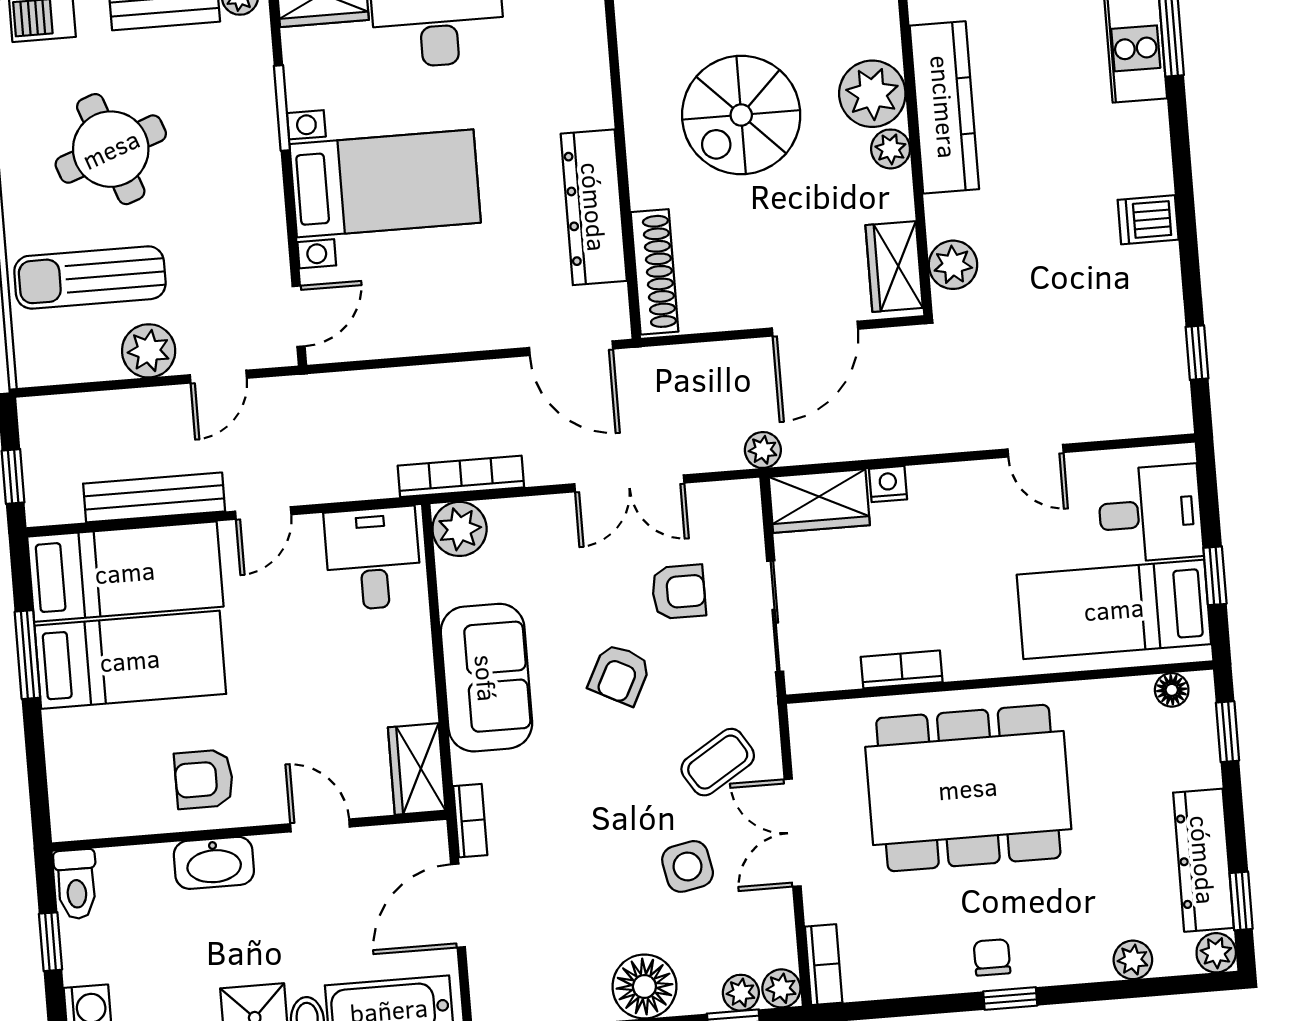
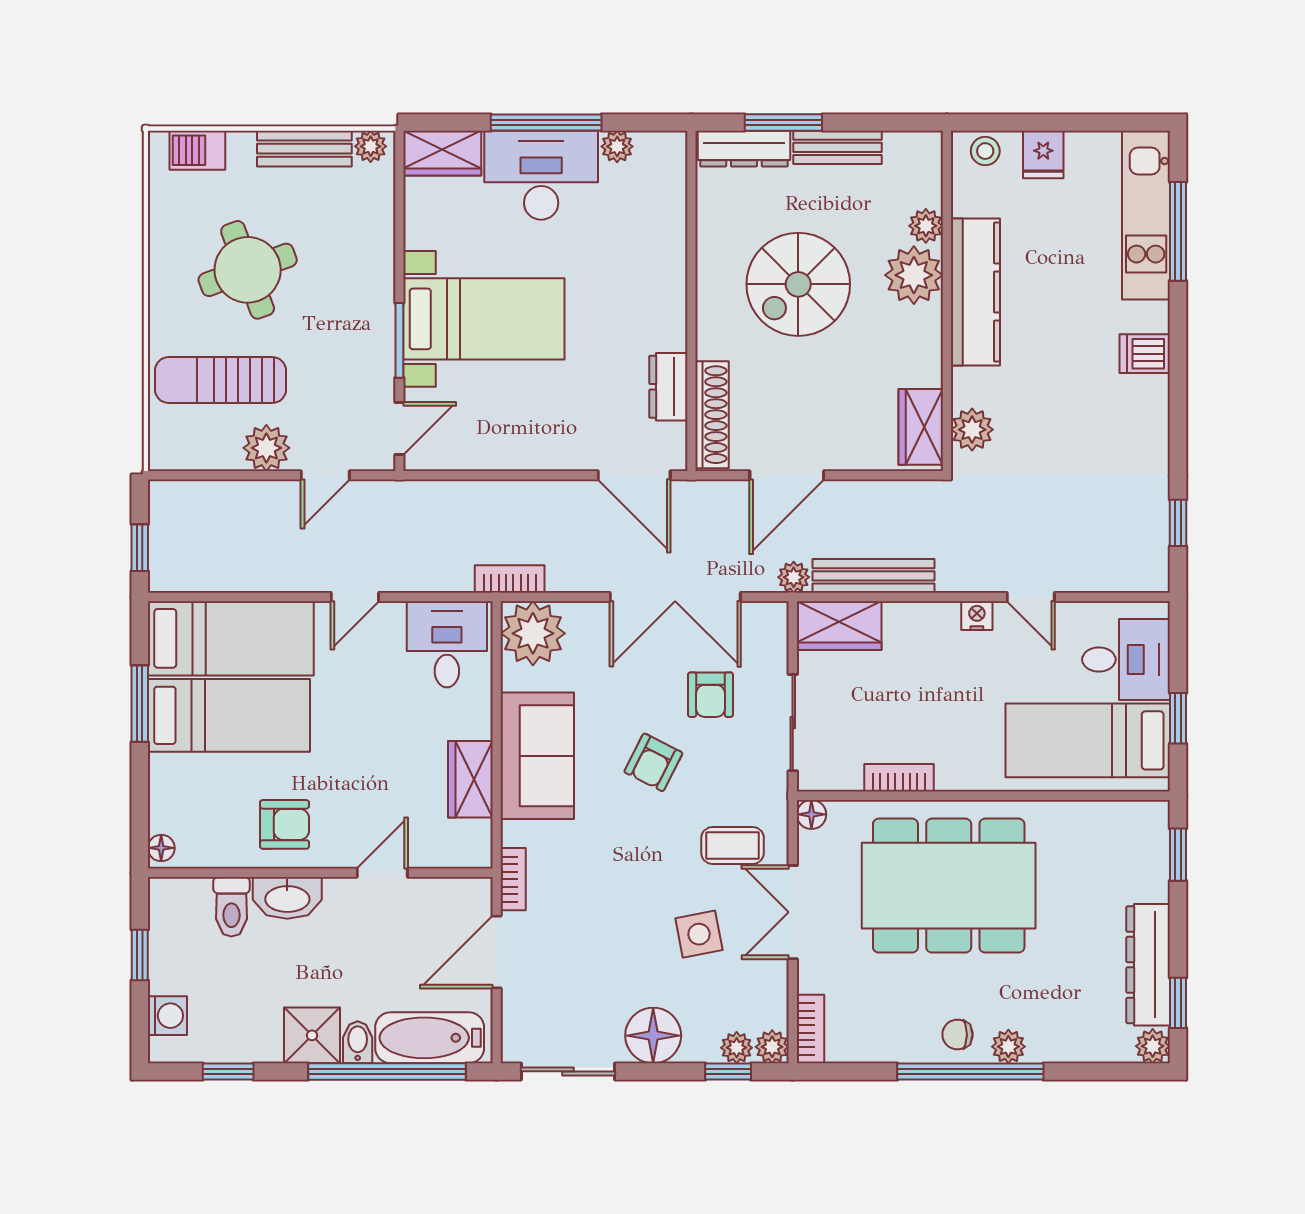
window: (282, 108) -> (399, 340), moved
plant: (891, 149) -> (926, 226), moved
dresser: (594, 207) -> (668, 387), width x0.51, depth x0.80
dishwasher: (1148, 220) -> (1145, 354), moved
door: (815, 329) -> (787, 475), moved
bookcase: (461, 476) -> (510, 579), width x0.64
double door: (629, 483) -> (675, 597), width x1.37
nightstand: (888, 484) -> (977, 616), moved
bench: (154, 497) -> (873, 576), moved
plant: (460, 529) -> (533, 633), width x1.36, depth x1.36
armchair: (679, 592) -> (710, 695), turned 90
floor lamp: (1172, 690) -> (811, 814), moved
coffee table: (718, 762) -> (733, 845), turned 32
wardrobe: (417, 769) -> (470, 779), moved
armchair: (204, 779) -> (285, 824), turned 180
floor lamp: (65, 817) -> (161, 848), added
door: (320, 825) -> (382, 873), hinge flipped
toilet: (76, 884) -> (231, 907), moved
chair: (992, 957) -> (957, 1035), turned -90
plant: (1133, 960) -> (1008, 1047), moved
window: (1010, 998) -> (970, 1071), width x3.17

